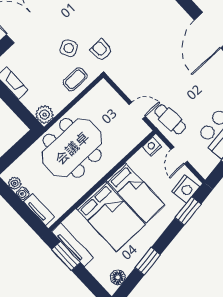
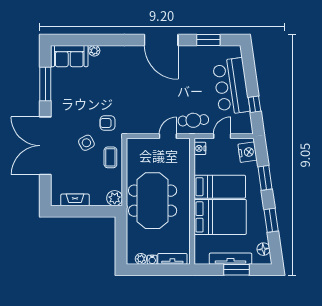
door: (179, 156) -> (222, 136), swing flipped
window: (188, 211) -> (265, 178), moved
tv unit: (72, 245) -> (231, 259), moved
window: (66, 256) -> (237, 270), moved

